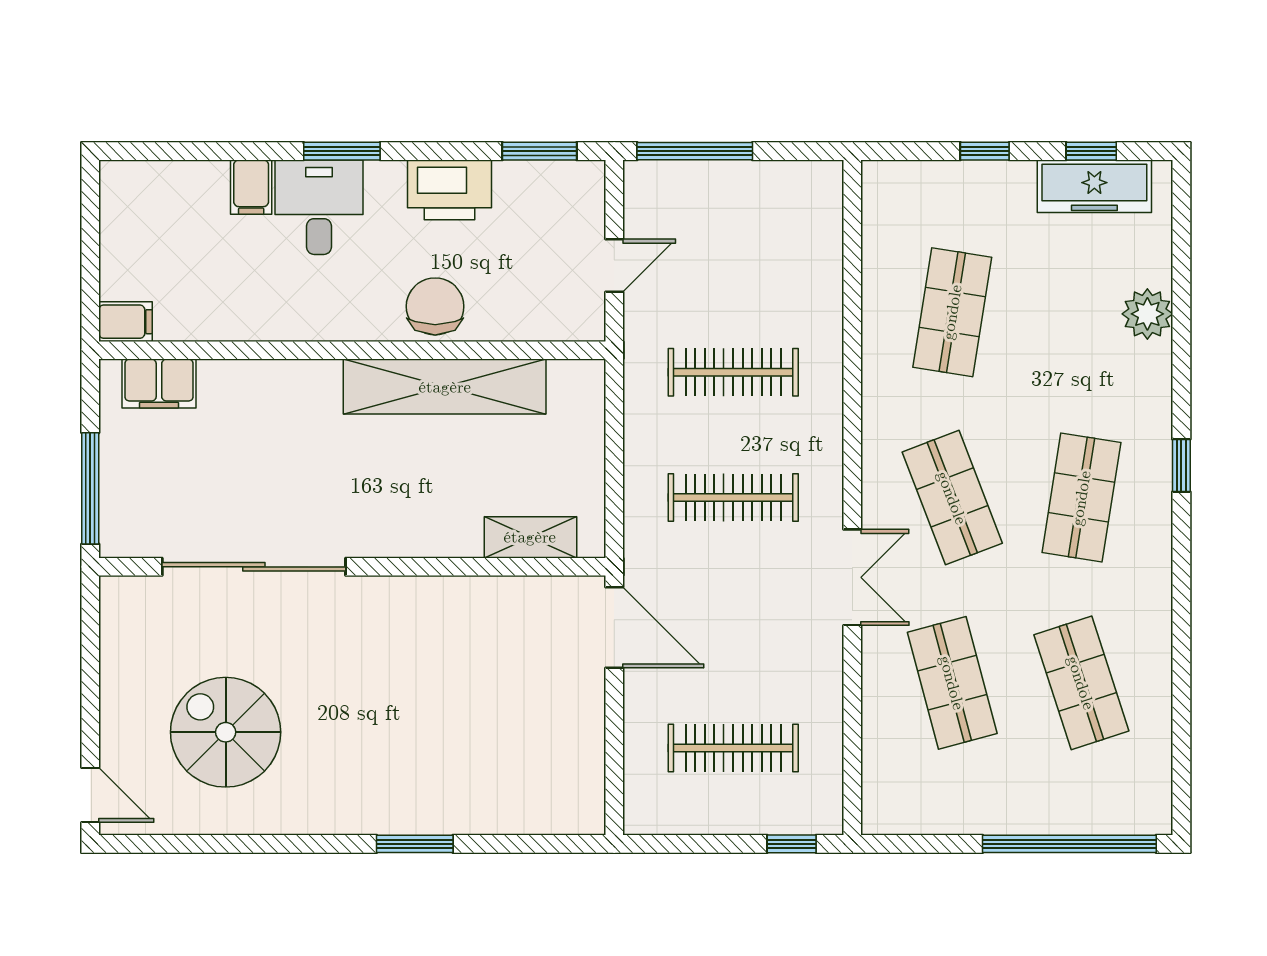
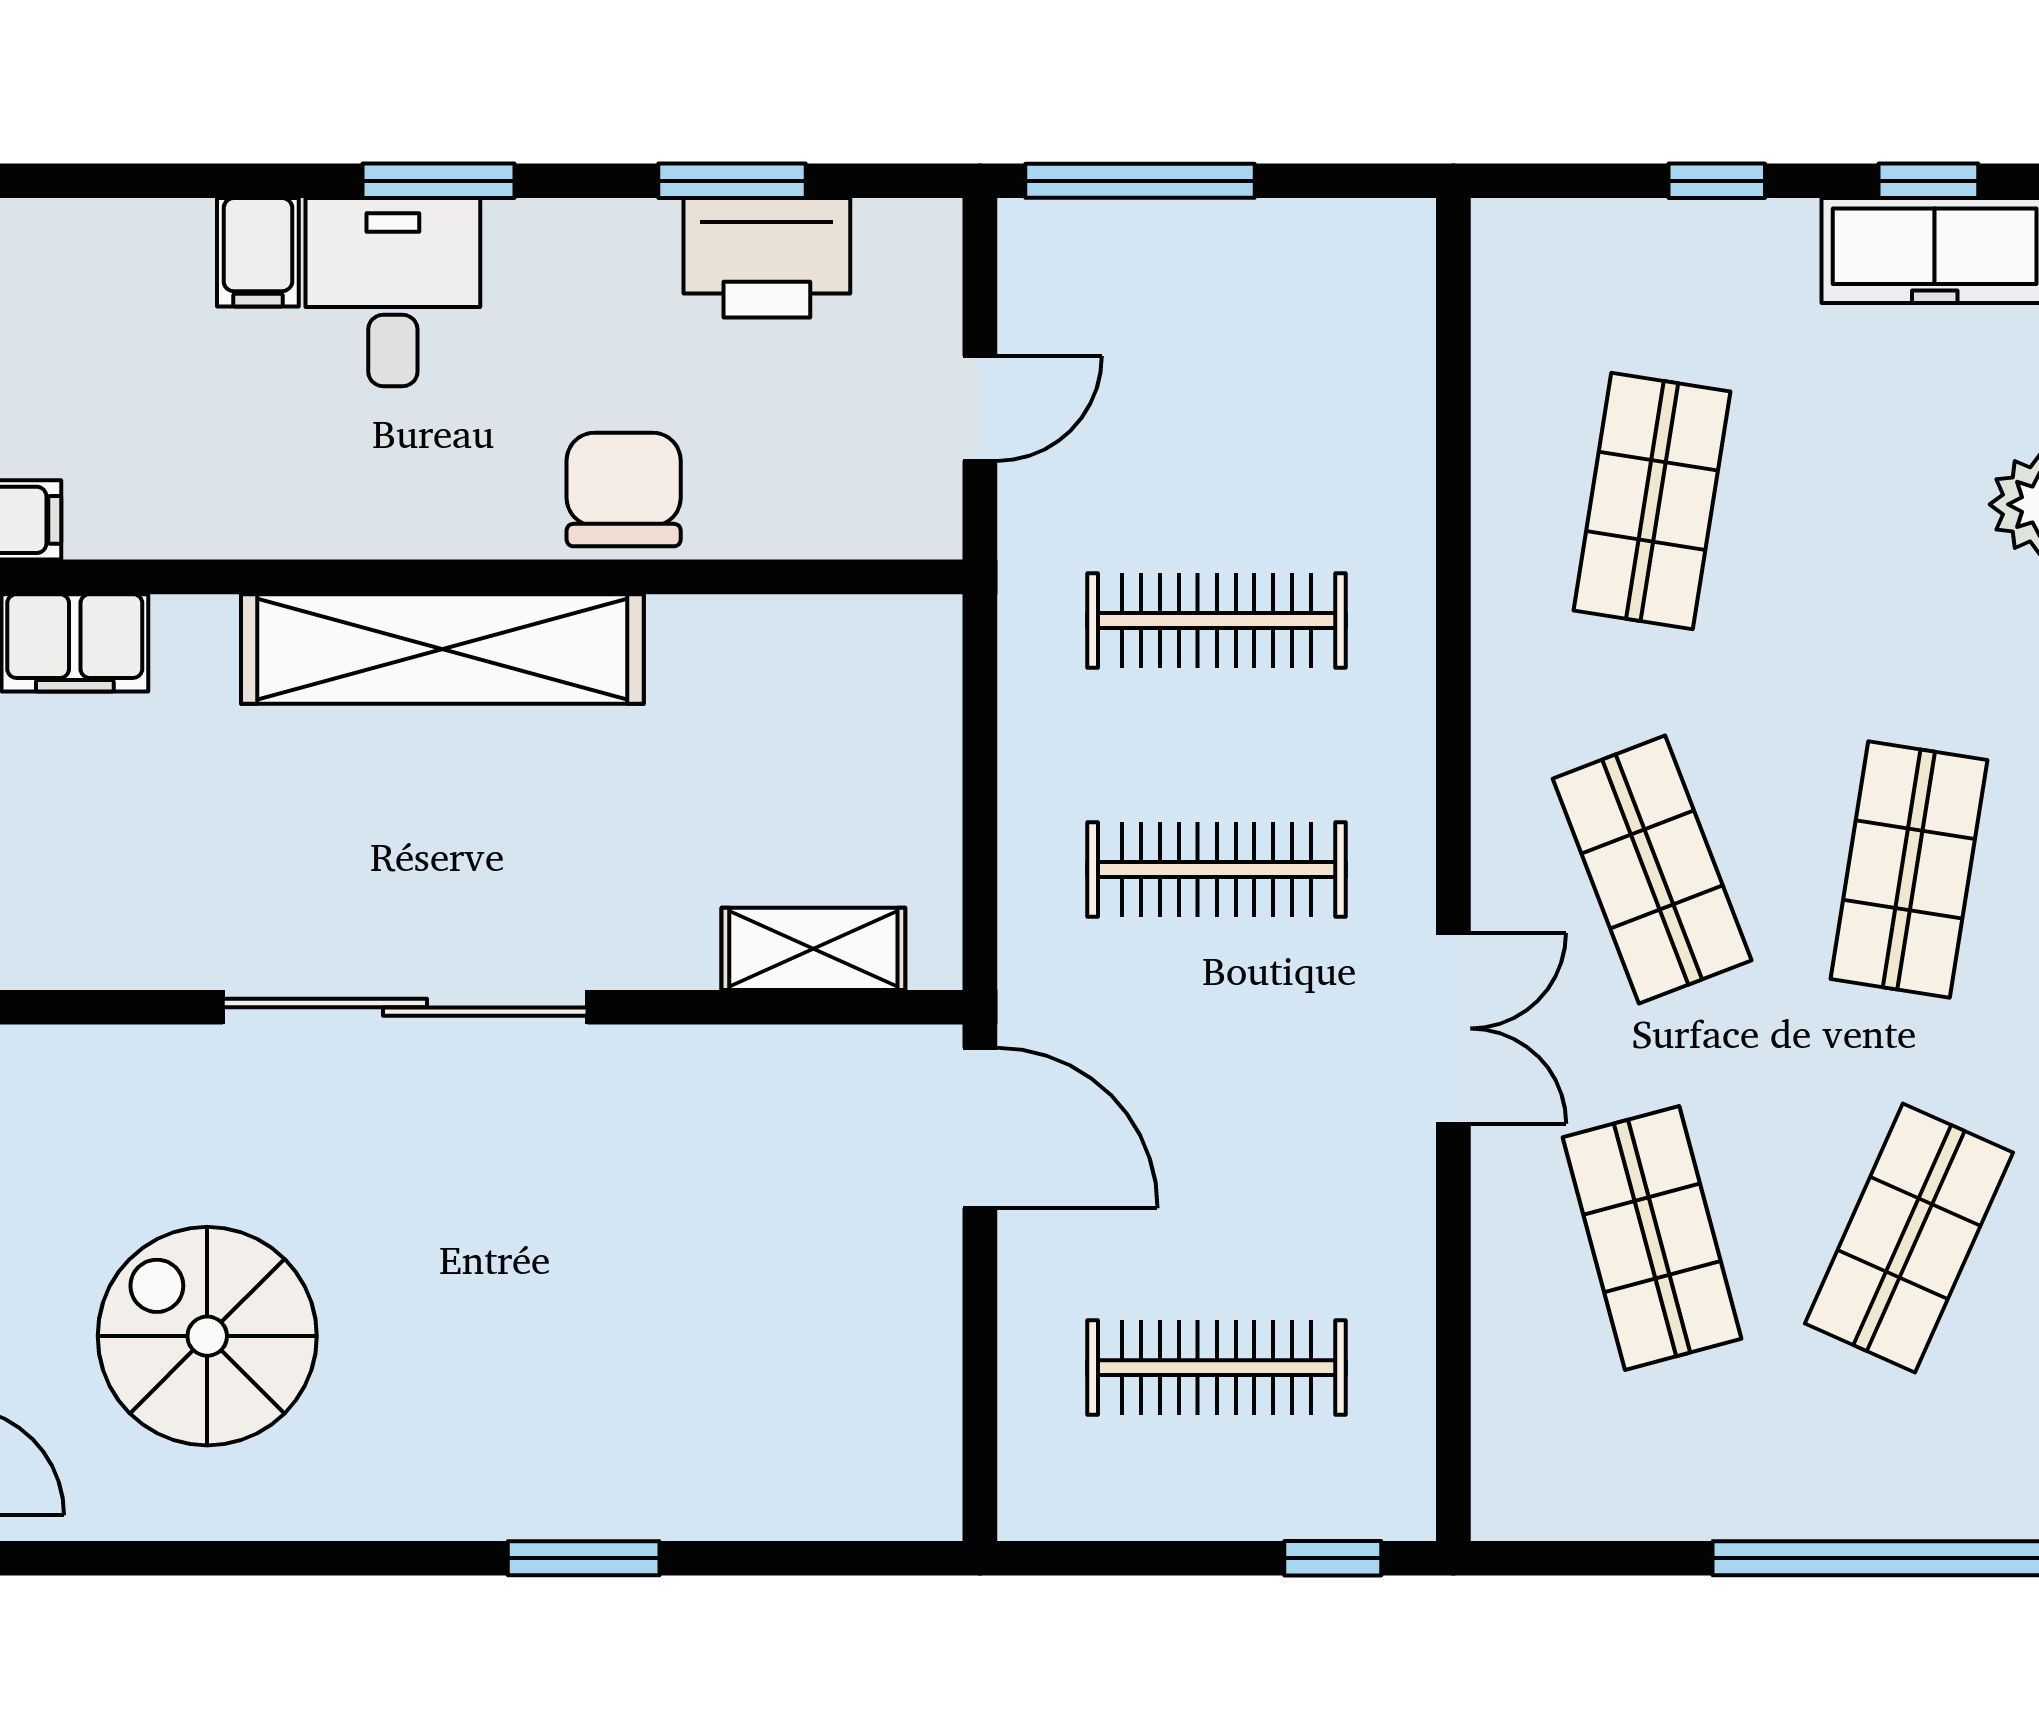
window: (540, 151) -> (732, 181), moved
printer: (450, 190) -> (767, 258), moved
shelving: (445, 387) -> (442, 649), moved
sliding door: (254, 567) -> (405, 1007), moved
shop shelf: (1081, 683) -> (1909, 1238), turned 42

